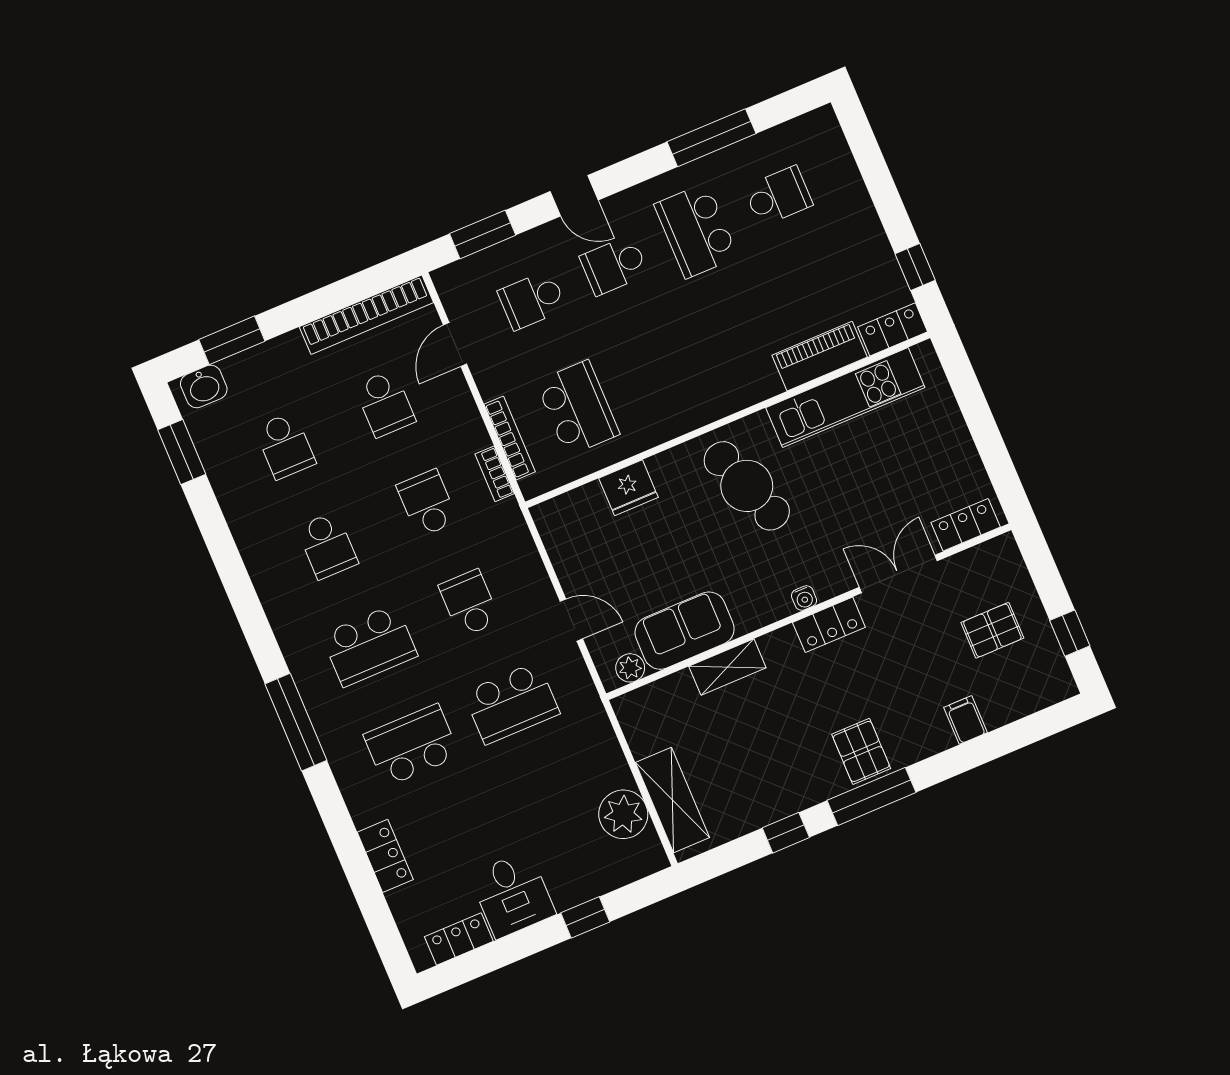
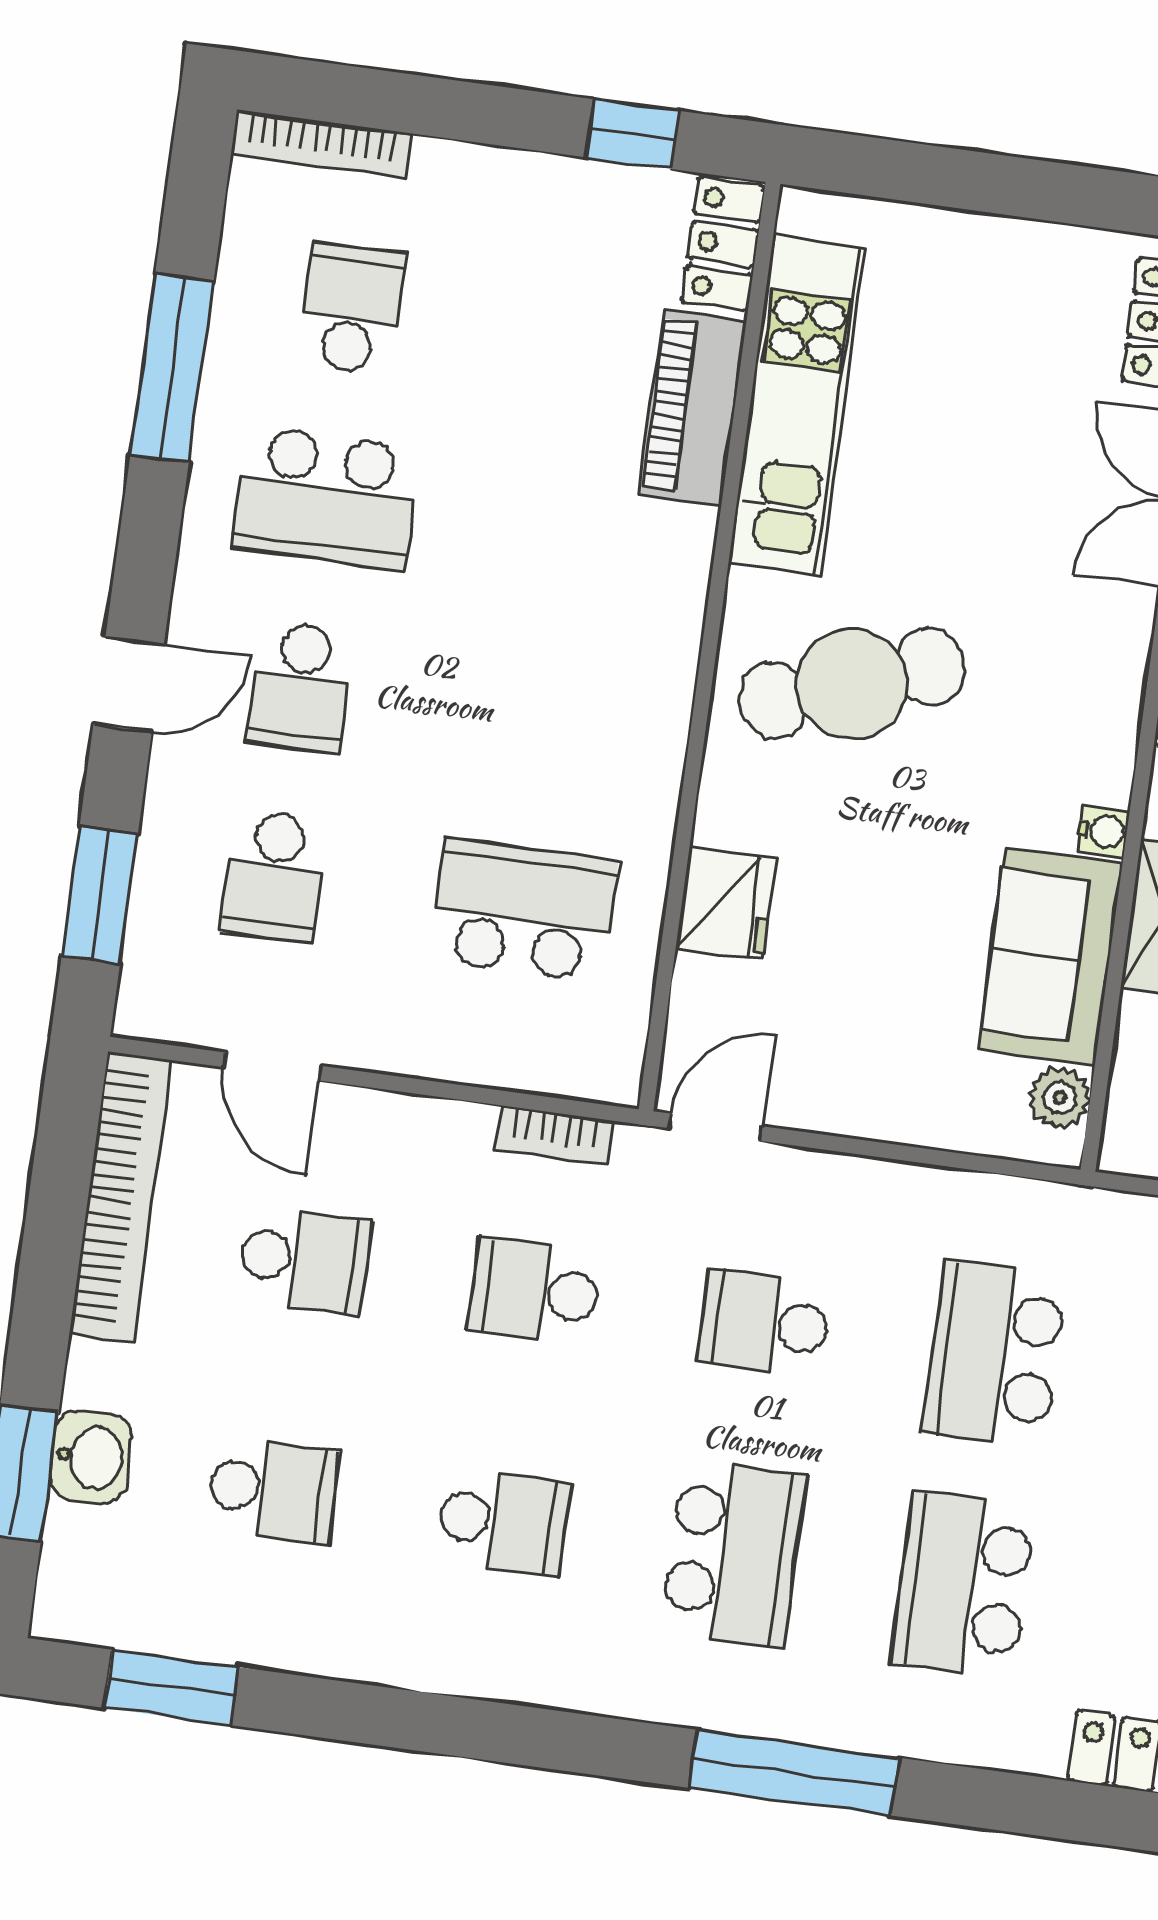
washbasin: (204, 386) -> (91, 1457), moved
bookcase: (510, 438) -> (321, 144), moved, turned 180
water cooler: (804, 598) -> (1103, 831), moved
door: (571, 620) -> (716, 1127), moved
school desk: (512, 703) -> (995, 1355), turned 180

